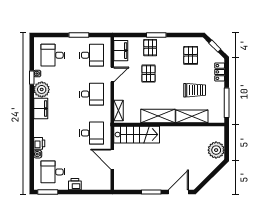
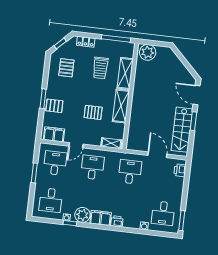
pallet: (191, 55) -> (66, 68), turned 90
pallet: (148, 74) -> (93, 112), moved
door: (112, 75) -> (76, 145), swing flipped
trolley: (195, 90) -> (100, 68), turned 180
stairs: (137, 135) -> (182, 130), moved, turned 180
printer: (39, 143) -> (117, 221), moved
plant: (216, 150) -> (148, 52), moved
door: (112, 159) -> (157, 155), swing flipped
printer: (75, 184) -> (180, 170), moved

